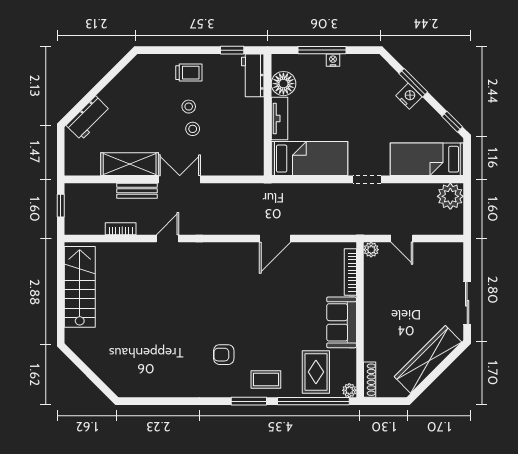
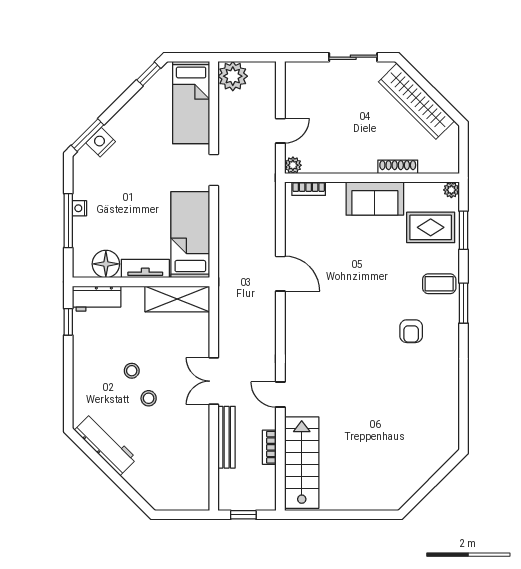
trolley: (189, 73) -> (93, 371), removed
window: (413, 83) -> (88, 135), moved
nightstand: (409, 96) -> (101, 142), moved
workbench: (88, 118) -> (106, 444), moved, width x1.38
stool: (193, 129) -> (149, 398), moved
shelving: (130, 164) -> (177, 299), moved, turned 90
bench: (137, 191) -> (227, 437), width x1.36
bookcase: (350, 272) -> (309, 189), width x0.64
stairs: (80, 287) -> (302, 463), moved, turned 90
coffee table: (266, 380) -> (439, 284), turned 90
shoe rack: (370, 380) -> (398, 167), moved
window: (313, 401) -> (463, 230), width x0.47

